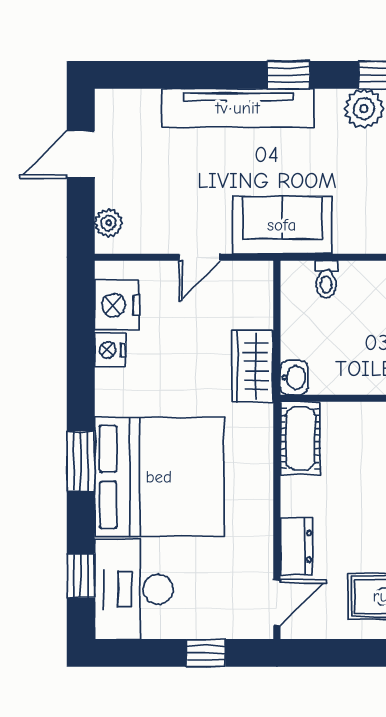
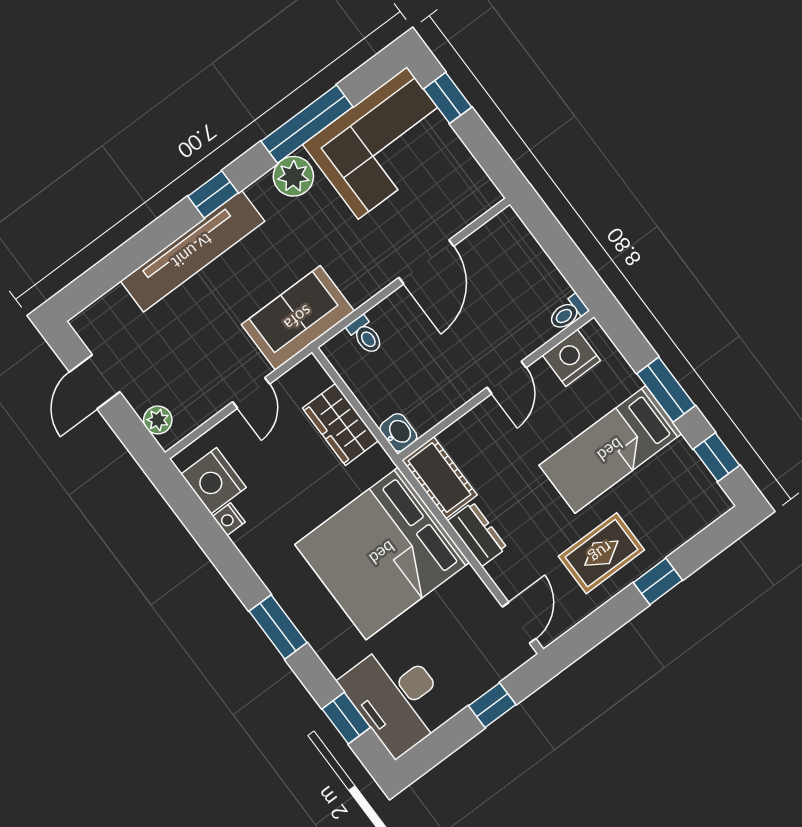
nightstand: (110, 350) -> (229, 519), width x0.72, depth x0.74
wardrobe: (253, 366) -> (340, 424), moved
bed: (159, 477) -> (382, 553), moved, turned 180
dresser: (296, 546) -> (477, 534), moved

